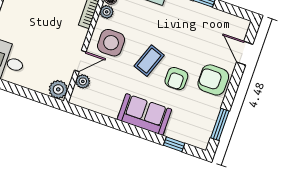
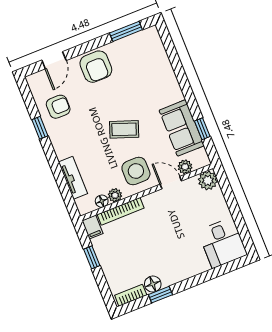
armchair: (176, 79) -> (58, 107), moved
sofa: (144, 114) -> (182, 128), moved
window: (174, 144) -> (202, 129), moved

